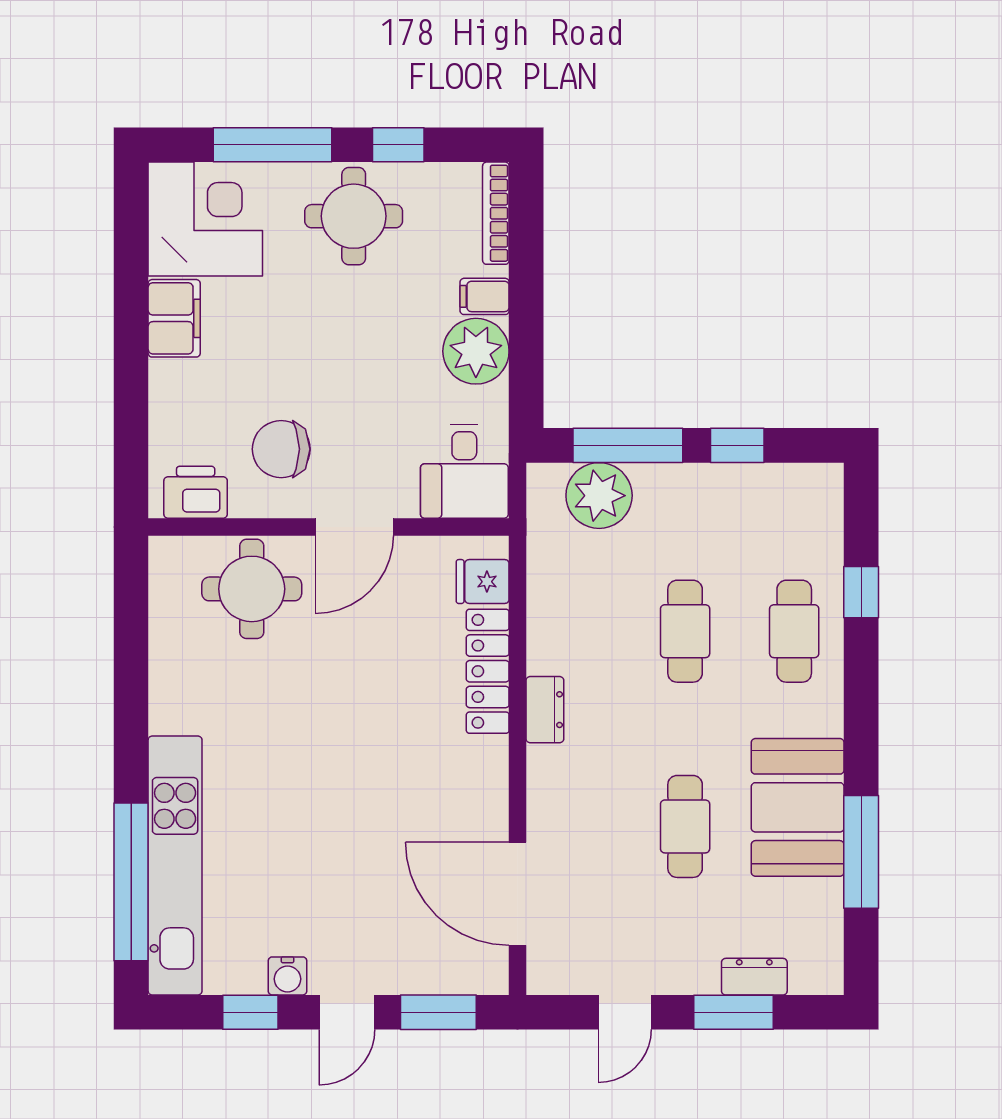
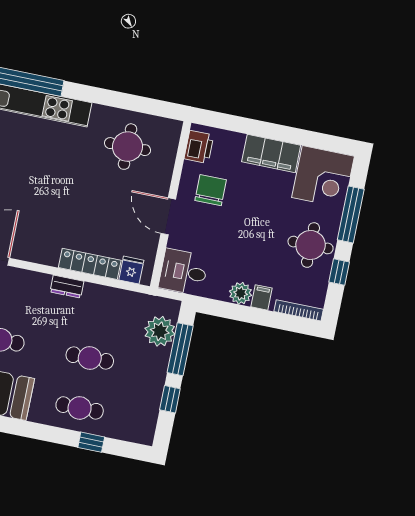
filing cabinet: (174, 318) -> (271, 154), width x1.50, depth x1.17
plant: (476, 351) -> (241, 293), width x0.73, depth x0.73
round table: (252, 589) -> (128, 147), moved

